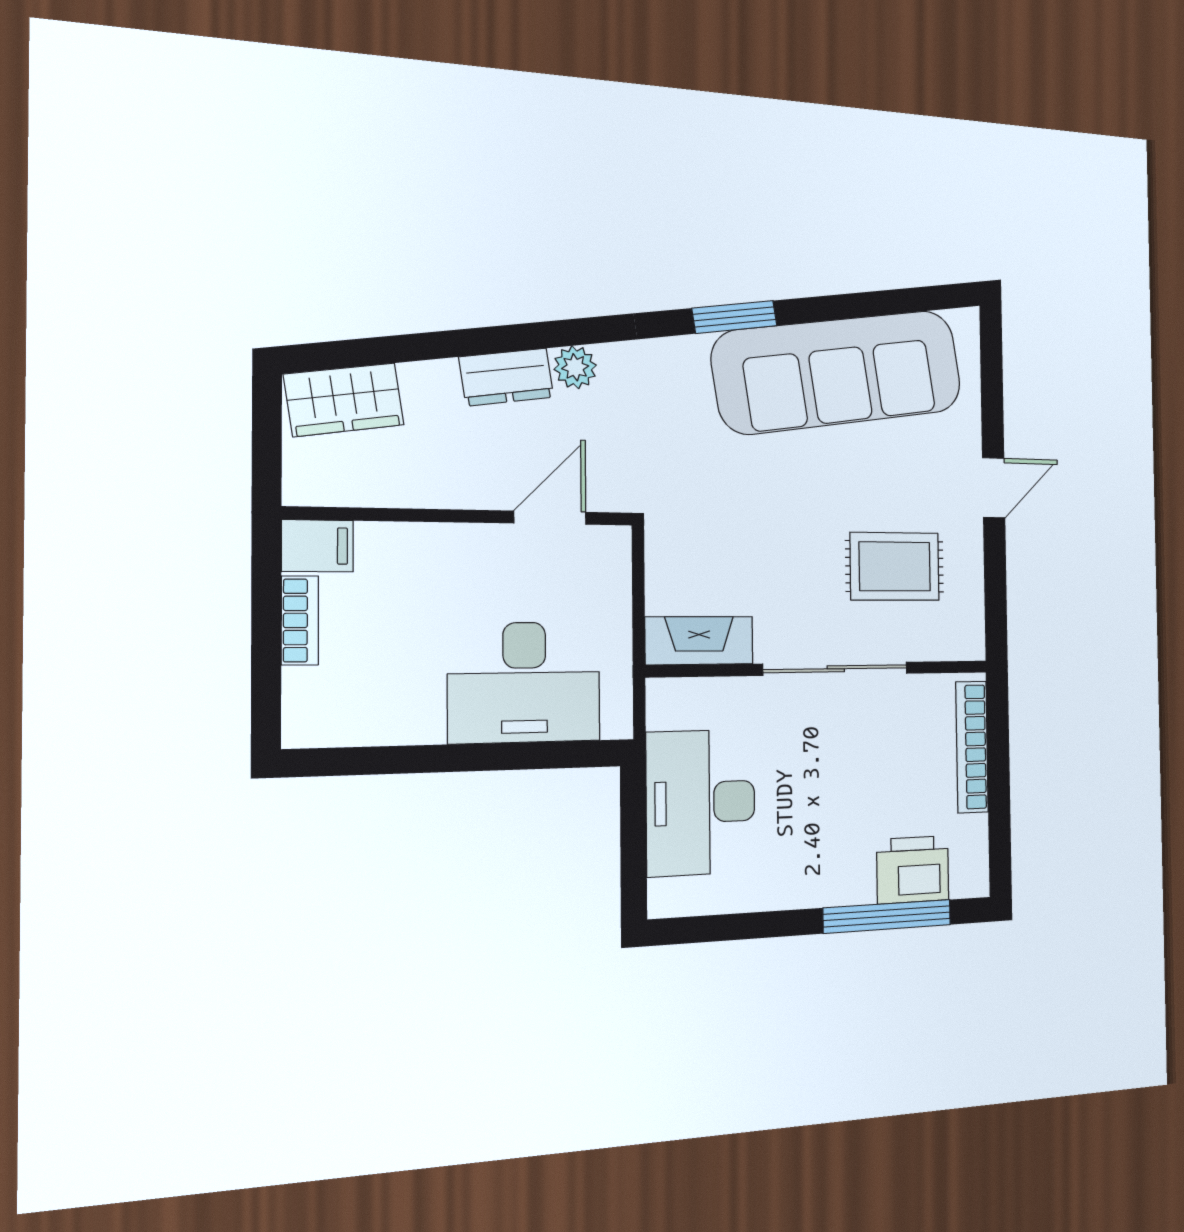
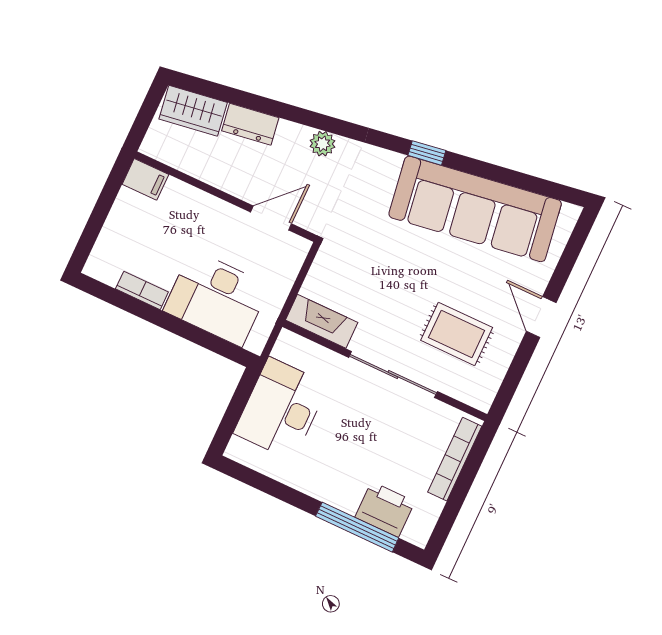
window: (735, 317) -> (427, 153), width x0.67
dresser: (507, 377) -> (250, 124), moved
door: (994, 488) -> (541, 317), swing flipped
bookcase: (300, 620) -> (142, 290), moved, turned -90

